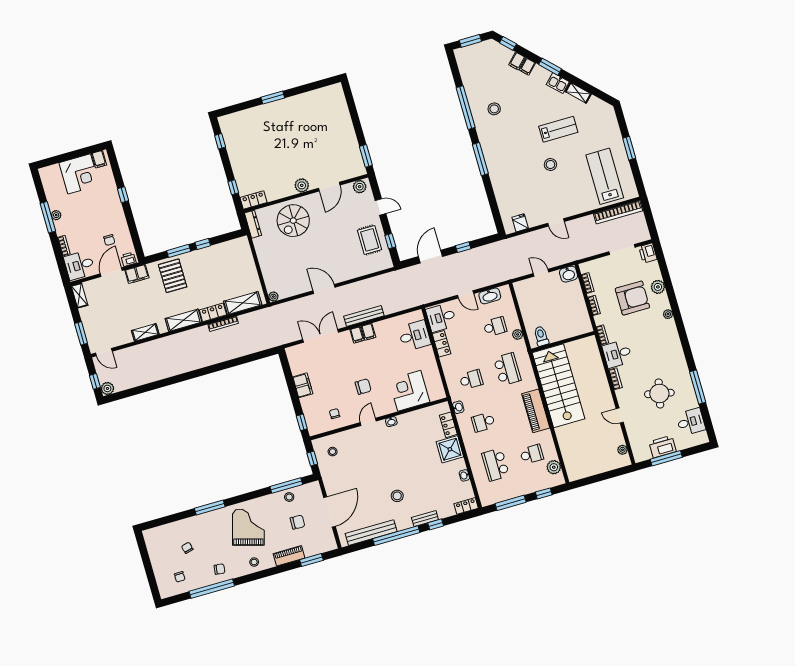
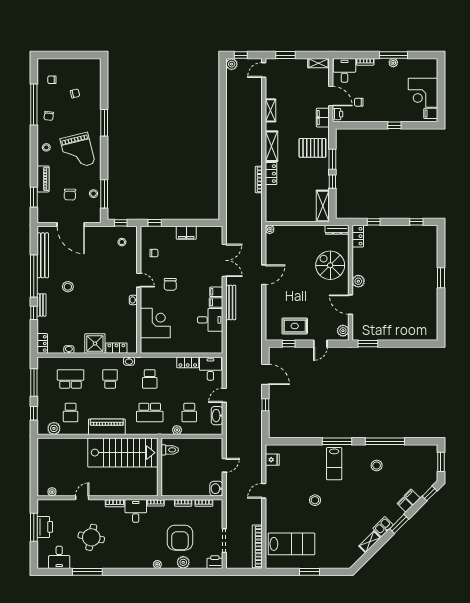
lab bench: (558, 129) -> (334, 464), moved
shelving: (243, 303) -> (323, 206), moved
desk: (414, 336) -> (210, 320), moved, turned -90
grand piano: (248, 527) -> (78, 151), turned 60

